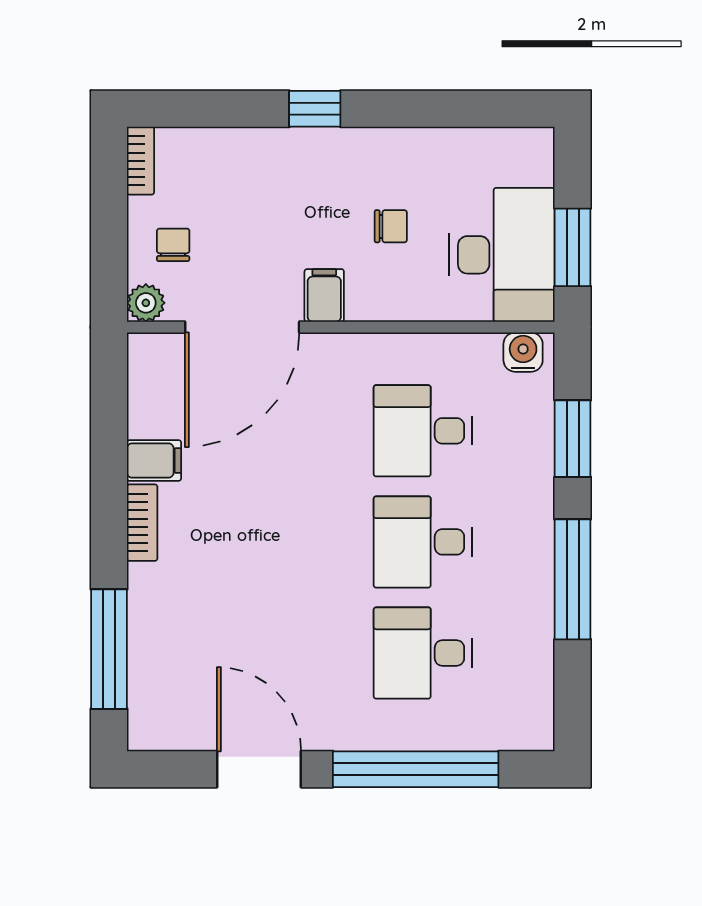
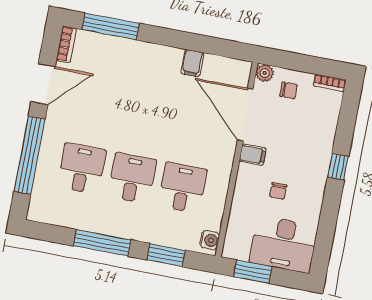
desk: (502, 255) -> (283, 244), moved
bookcase: (142, 523) -> (66, 44), moved, turned -90

